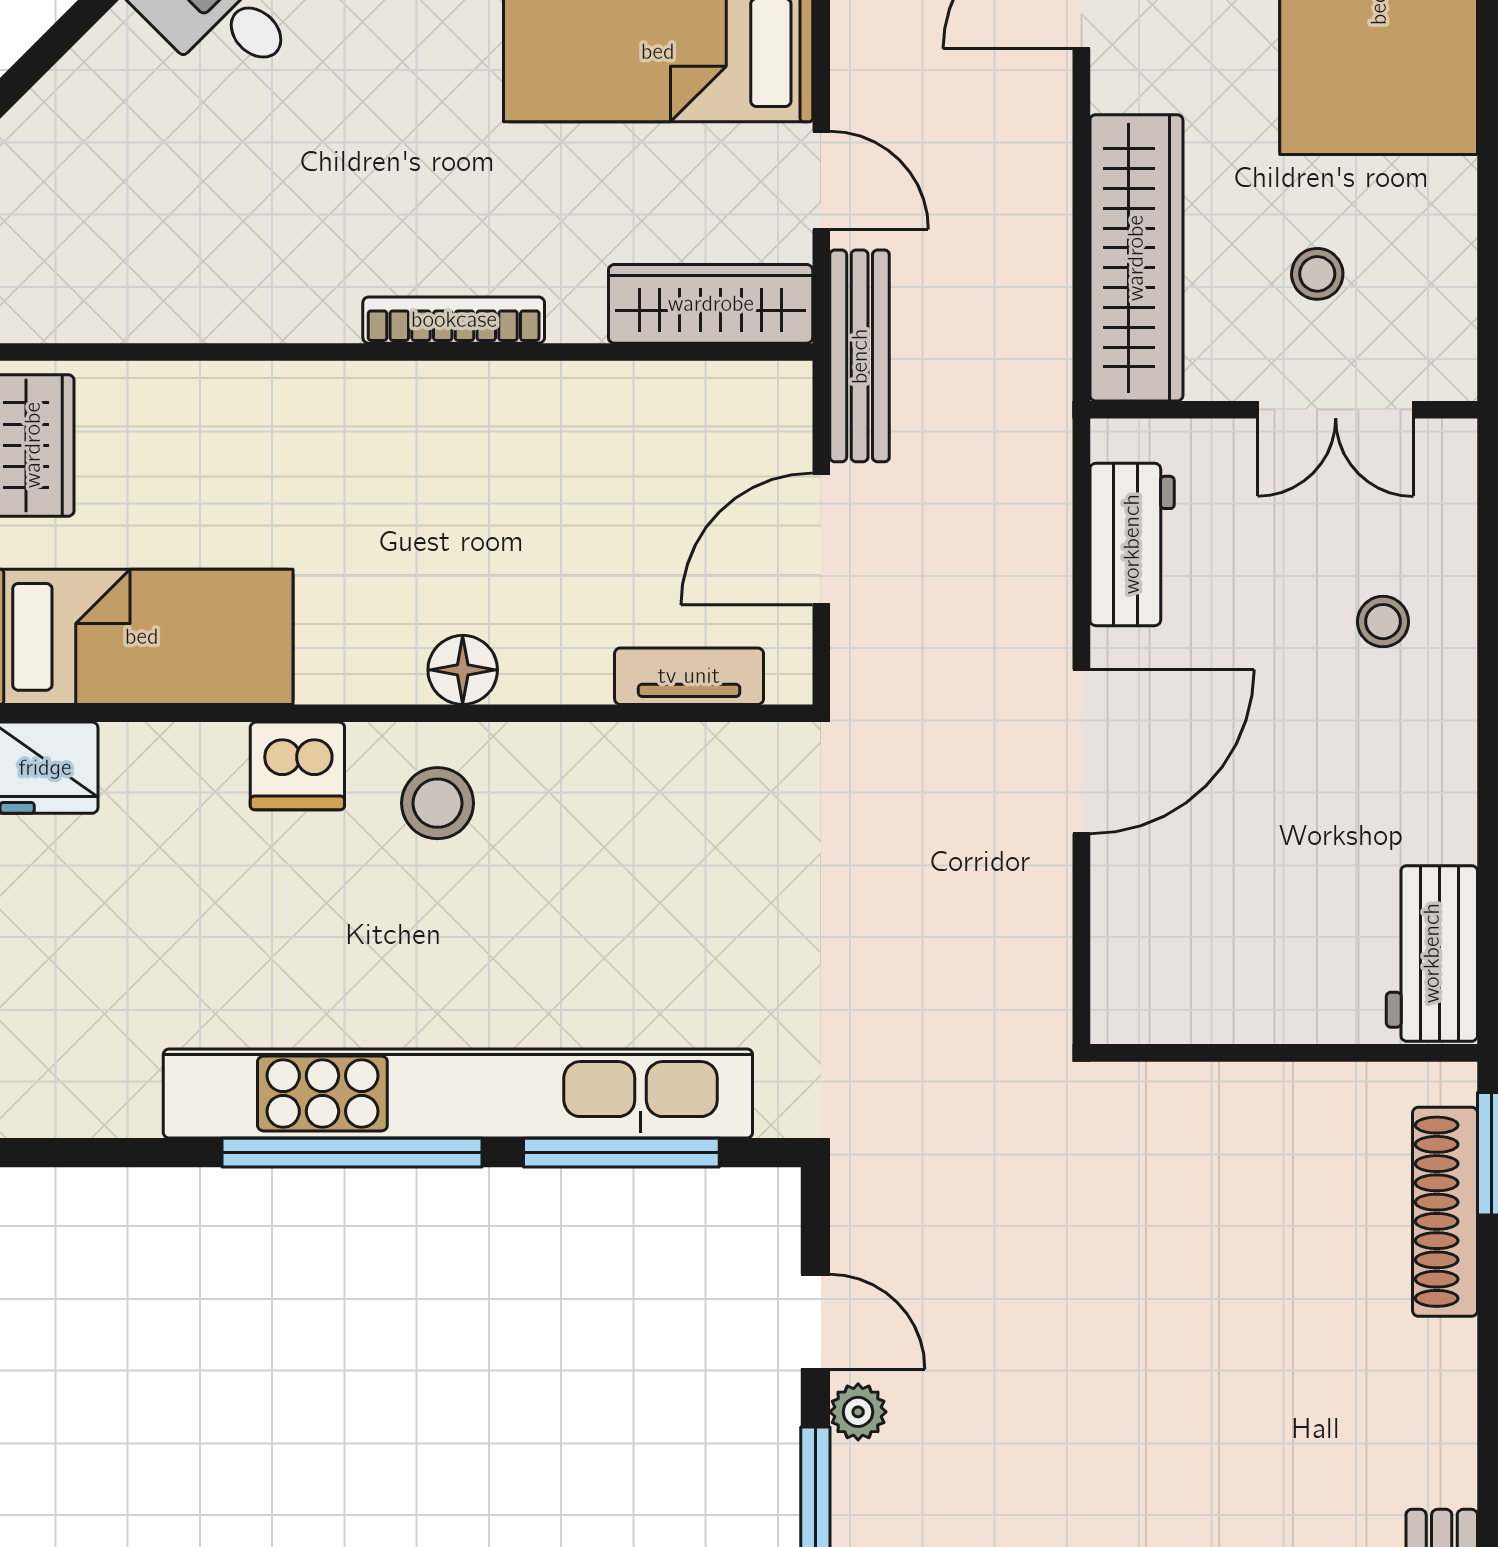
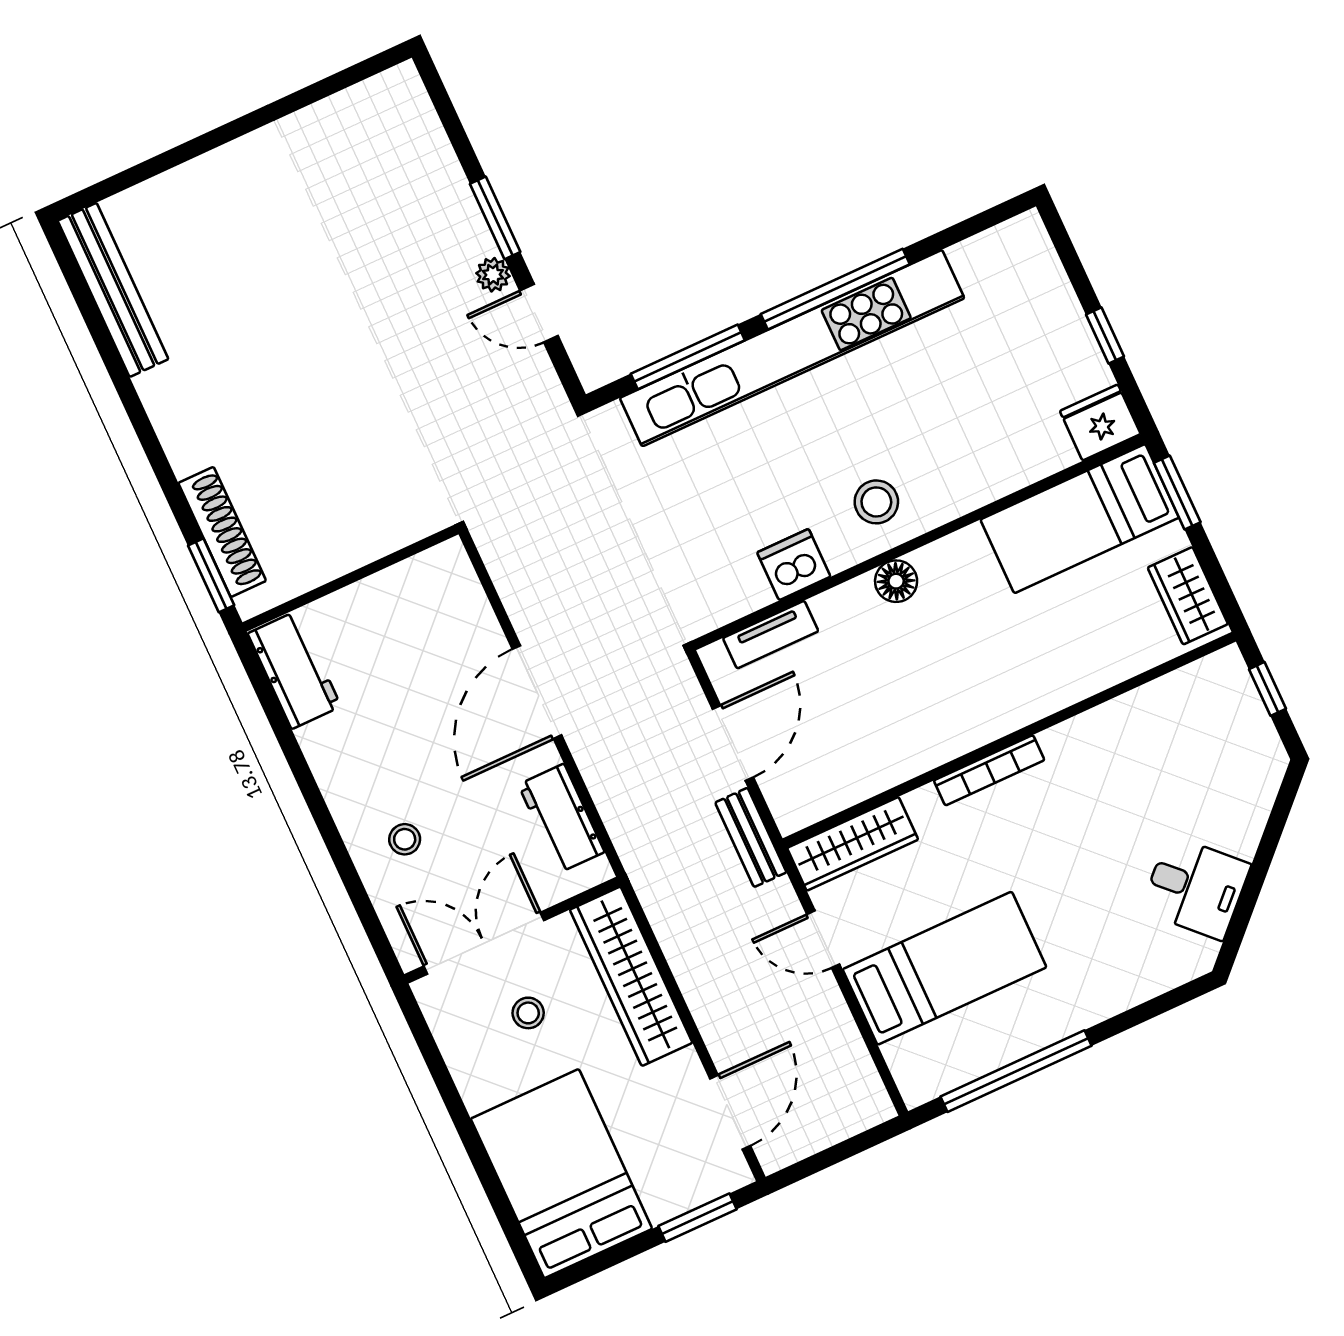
bench: (860, 356) -> (751, 837), width x0.73
double door: (1336, 410) -> (484, 943), width x1.37
dishwasher: (297, 766) -> (794, 565), moved

